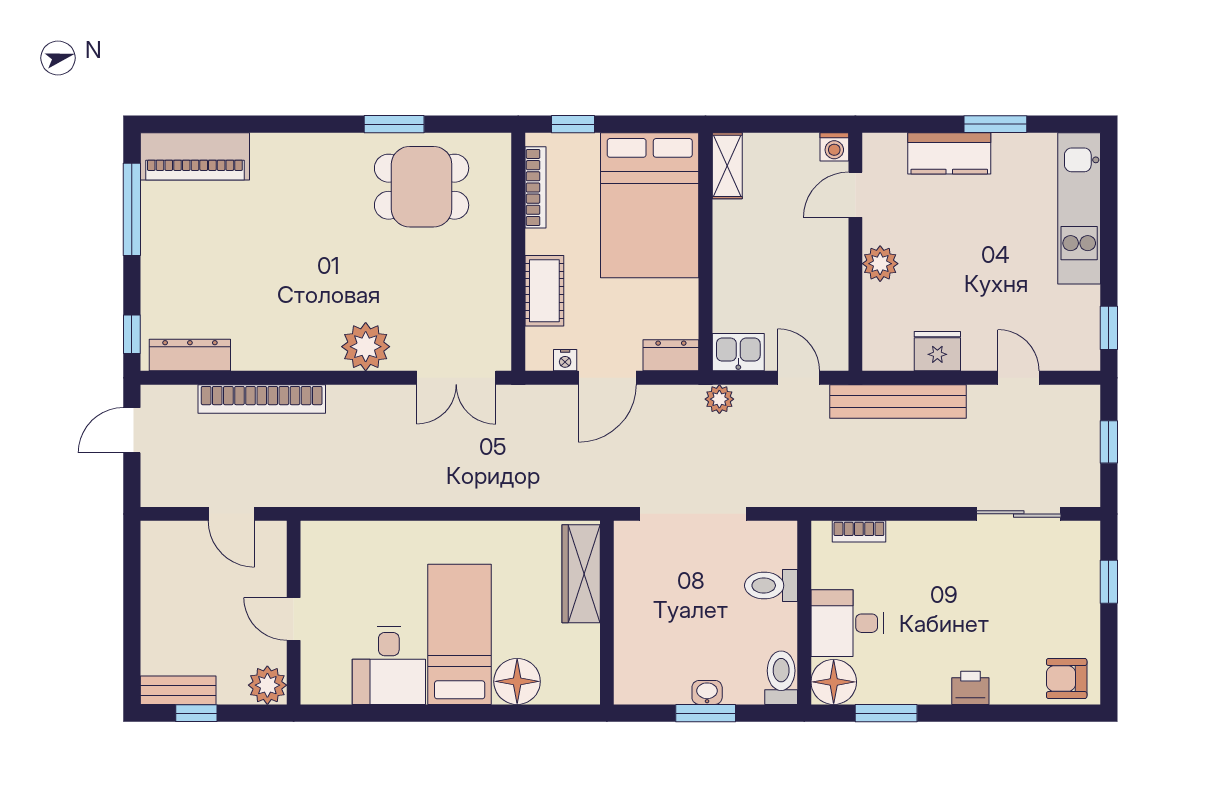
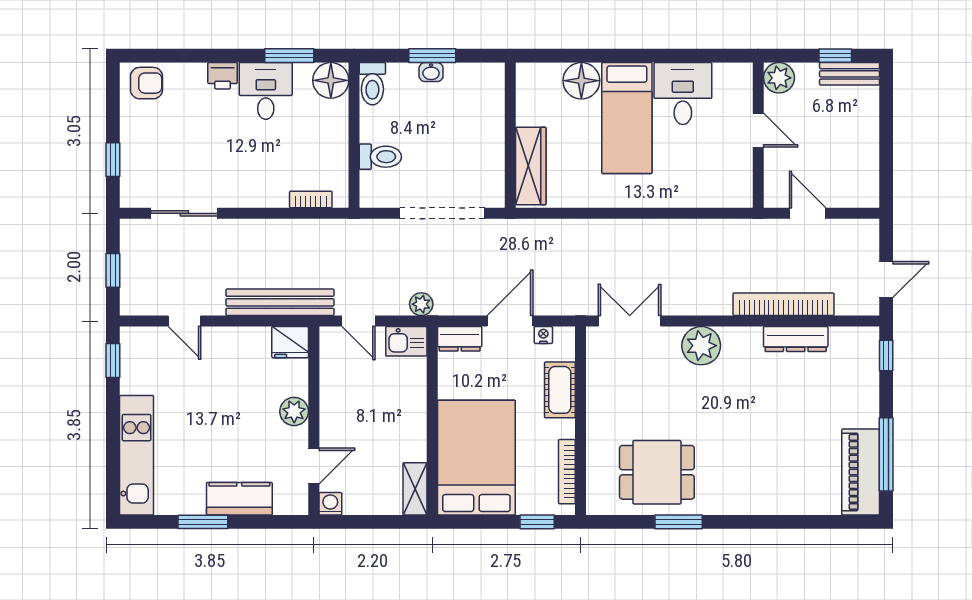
piano: (195, 156) -> (861, 472), moved, turned -90
fridge: (937, 351) -> (290, 342), moved
dresser: (190, 355) -> (796, 339), moved
desk: (847, 623) -> (266, 91), moved, turned -90

